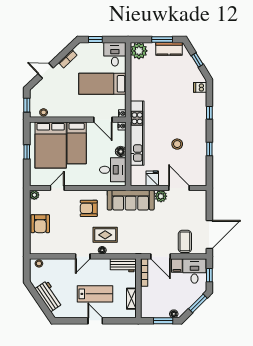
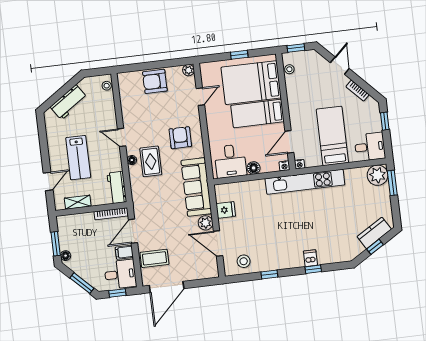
window: (162, 40) -> (392, 183), moved
kitchen counter: (169, 49) -> (374, 233), moved, turned 59
dishwasher: (200, 87) -> (310, 258), moved
kitchen unit: (137, 133) -> (305, 182), moved
stool: (177, 144) -> (244, 261), moved
door: (57, 188) -> (200, 97), hinge flipped
door: (179, 188) -> (218, 243), swing flipped
door: (209, 234) -> (167, 287), hinge flipped
door: (95, 321) -> (48, 181), moved

